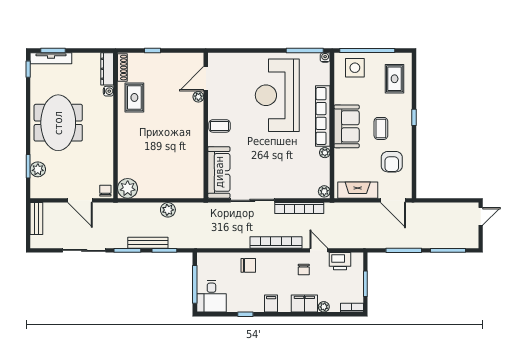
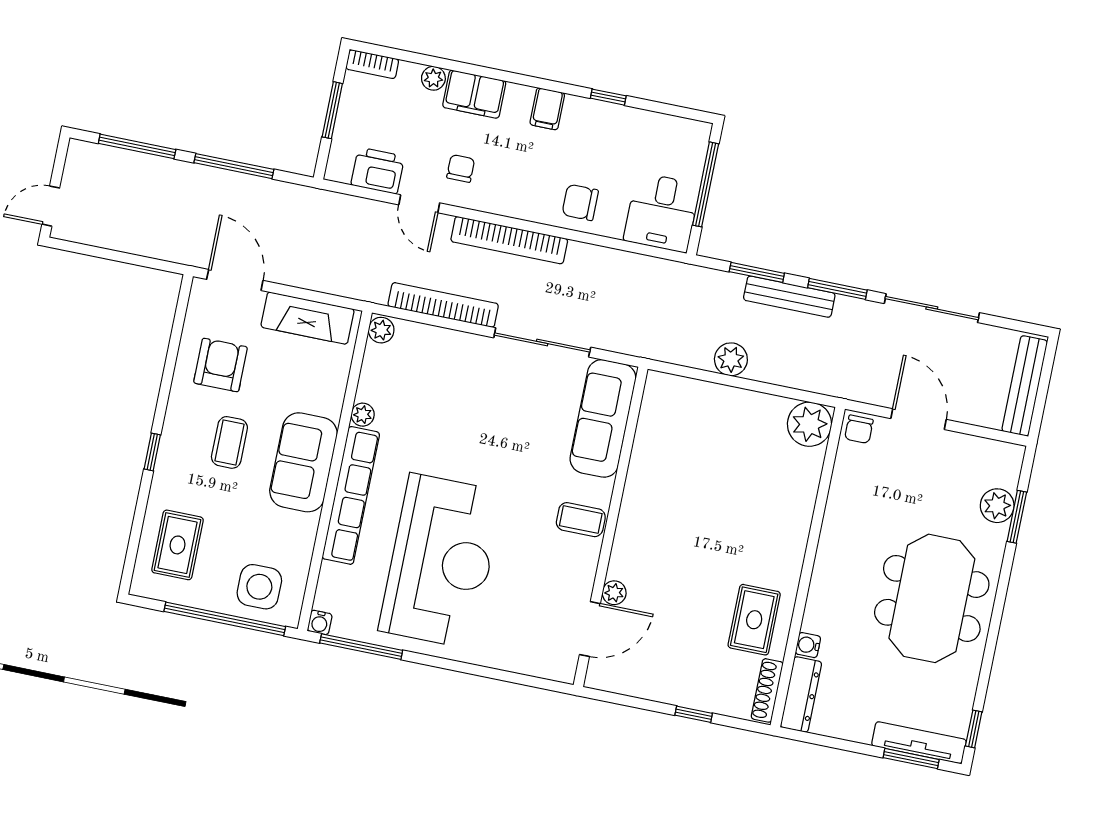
bench: (36, 219) -> (1025, 386), width x1.36
desk: (211, 296) -> (662, 212), moved, turned 180

